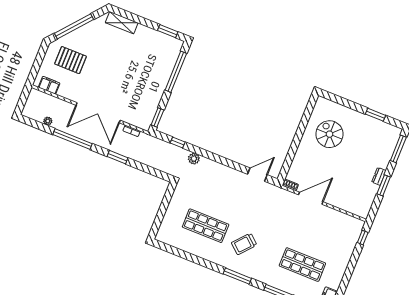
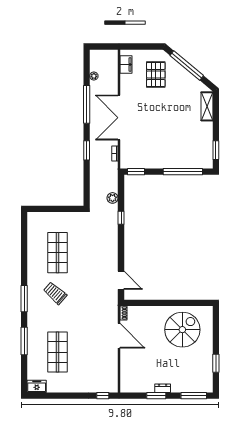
spiral stairs: (329, 134) -> (182, 330), width x1.37, depth x1.37
window: (178, 142) -> (121, 218), moved
plant: (194, 159) -> (113, 198), moved

